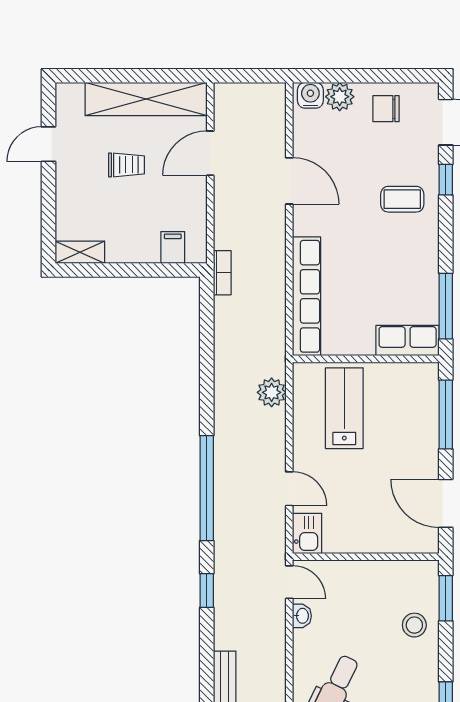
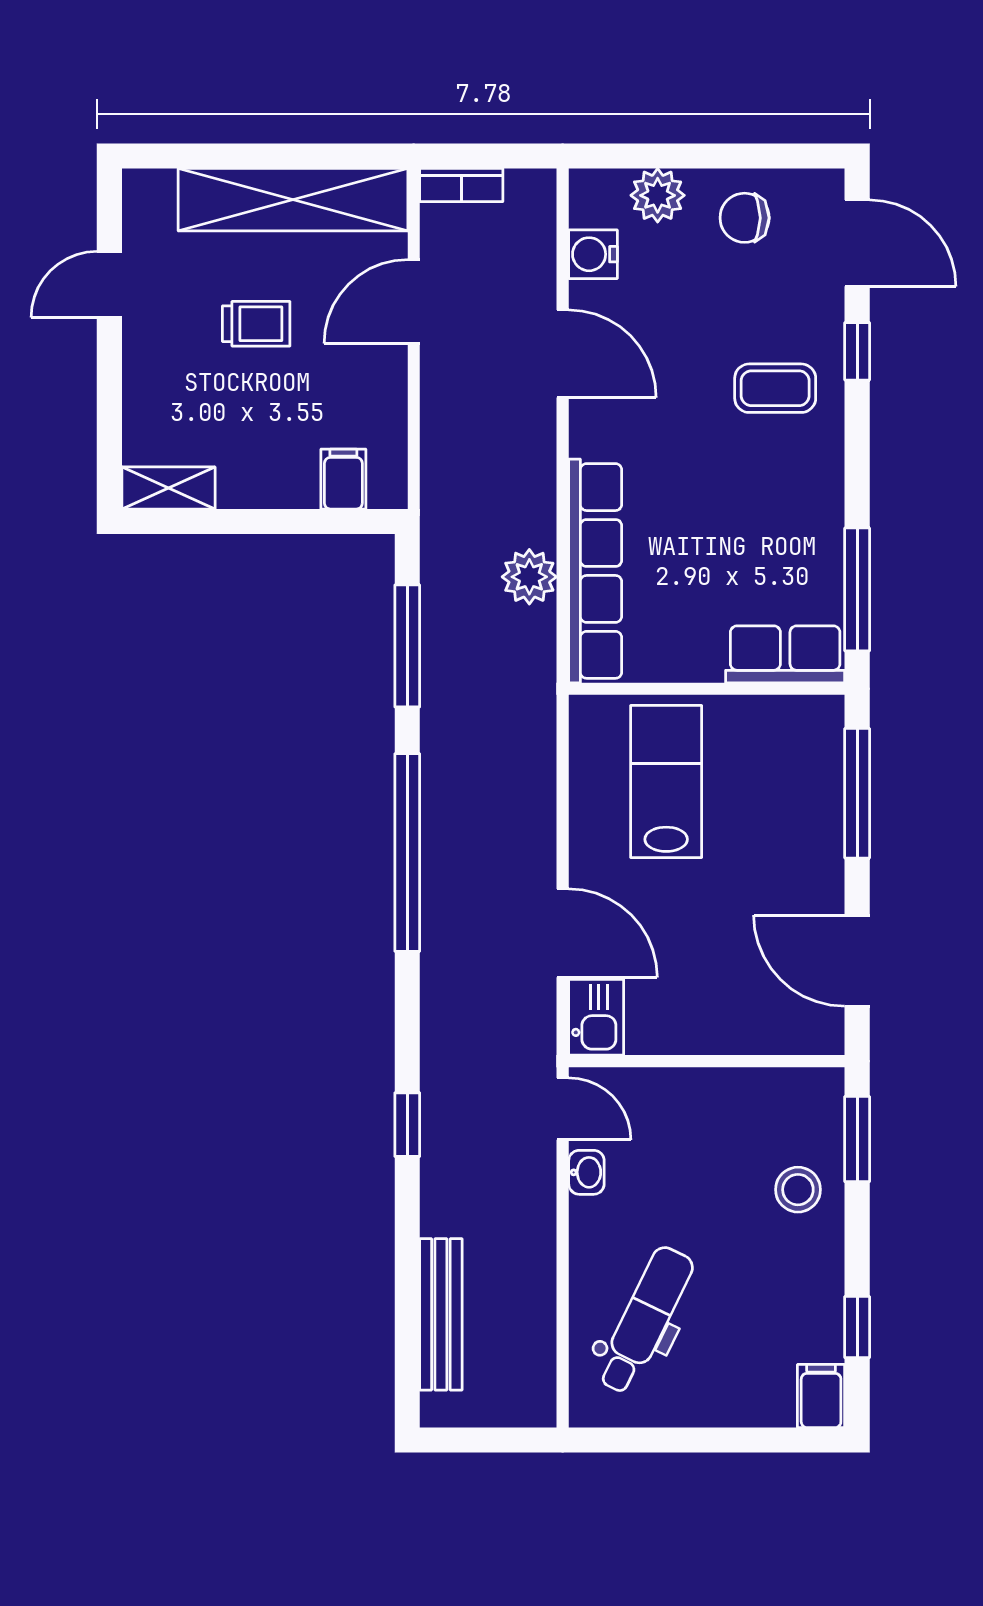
water cooler: (310, 95) -> (593, 254), moved, turned -90
bookcase: (222, 273) -> (461, 185), moved, turned 90
window: (207, 336) -> (407, 646), added
plant: (272, 392) -> (529, 577), moved
window: (207, 488) -> (407, 853), moved
door: (289, 489) -> (563, 933), width x1.38

